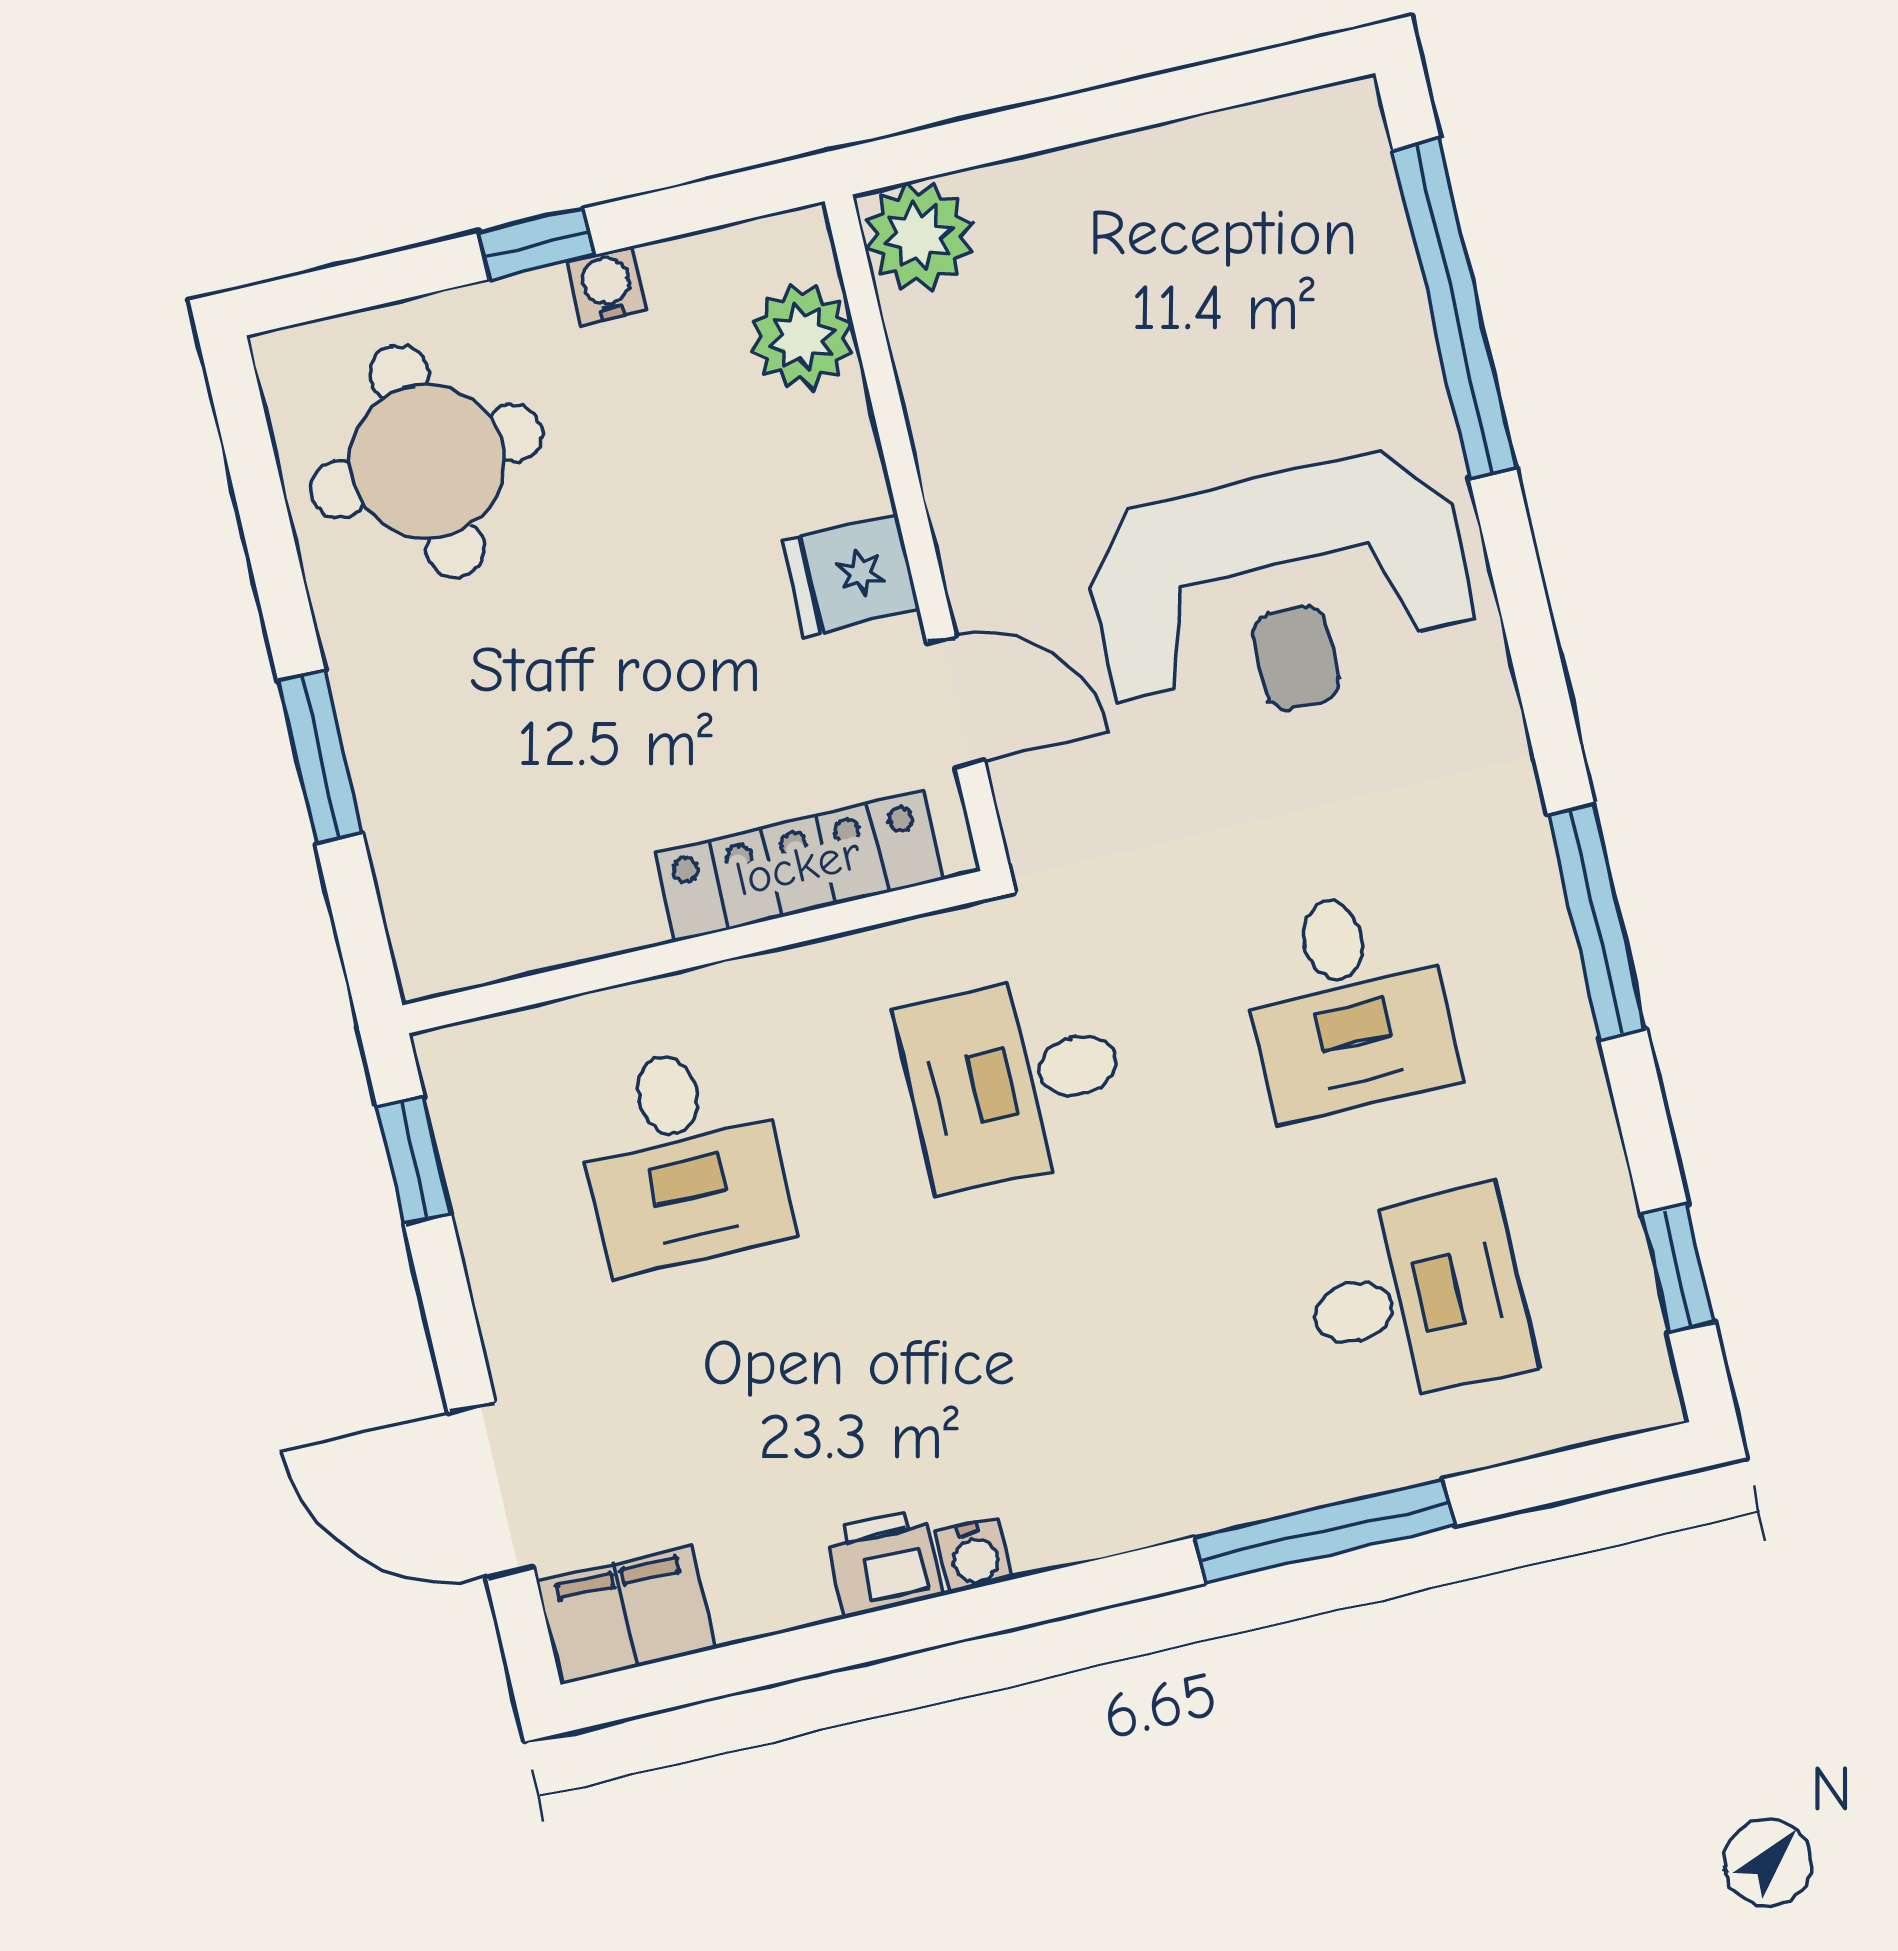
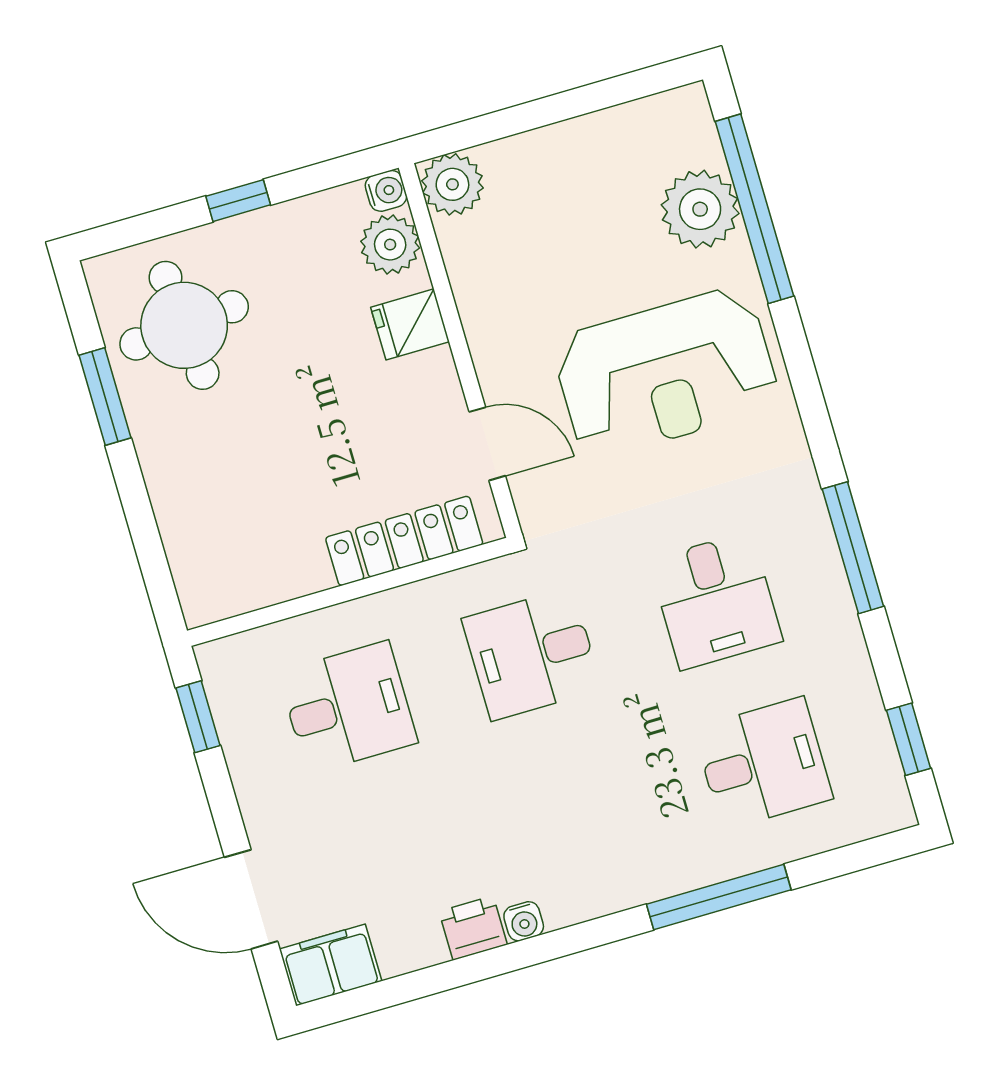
water cooler: (607, 286) -> (386, 191), moved, turned 90
plant: (1357, 304) -> (700, 209), added
fridge: (851, 575) -> (410, 324), moved
window: (320, 757) -> (105, 397), moved
desk: (682, 1158) -> (348, 707), turned -90

